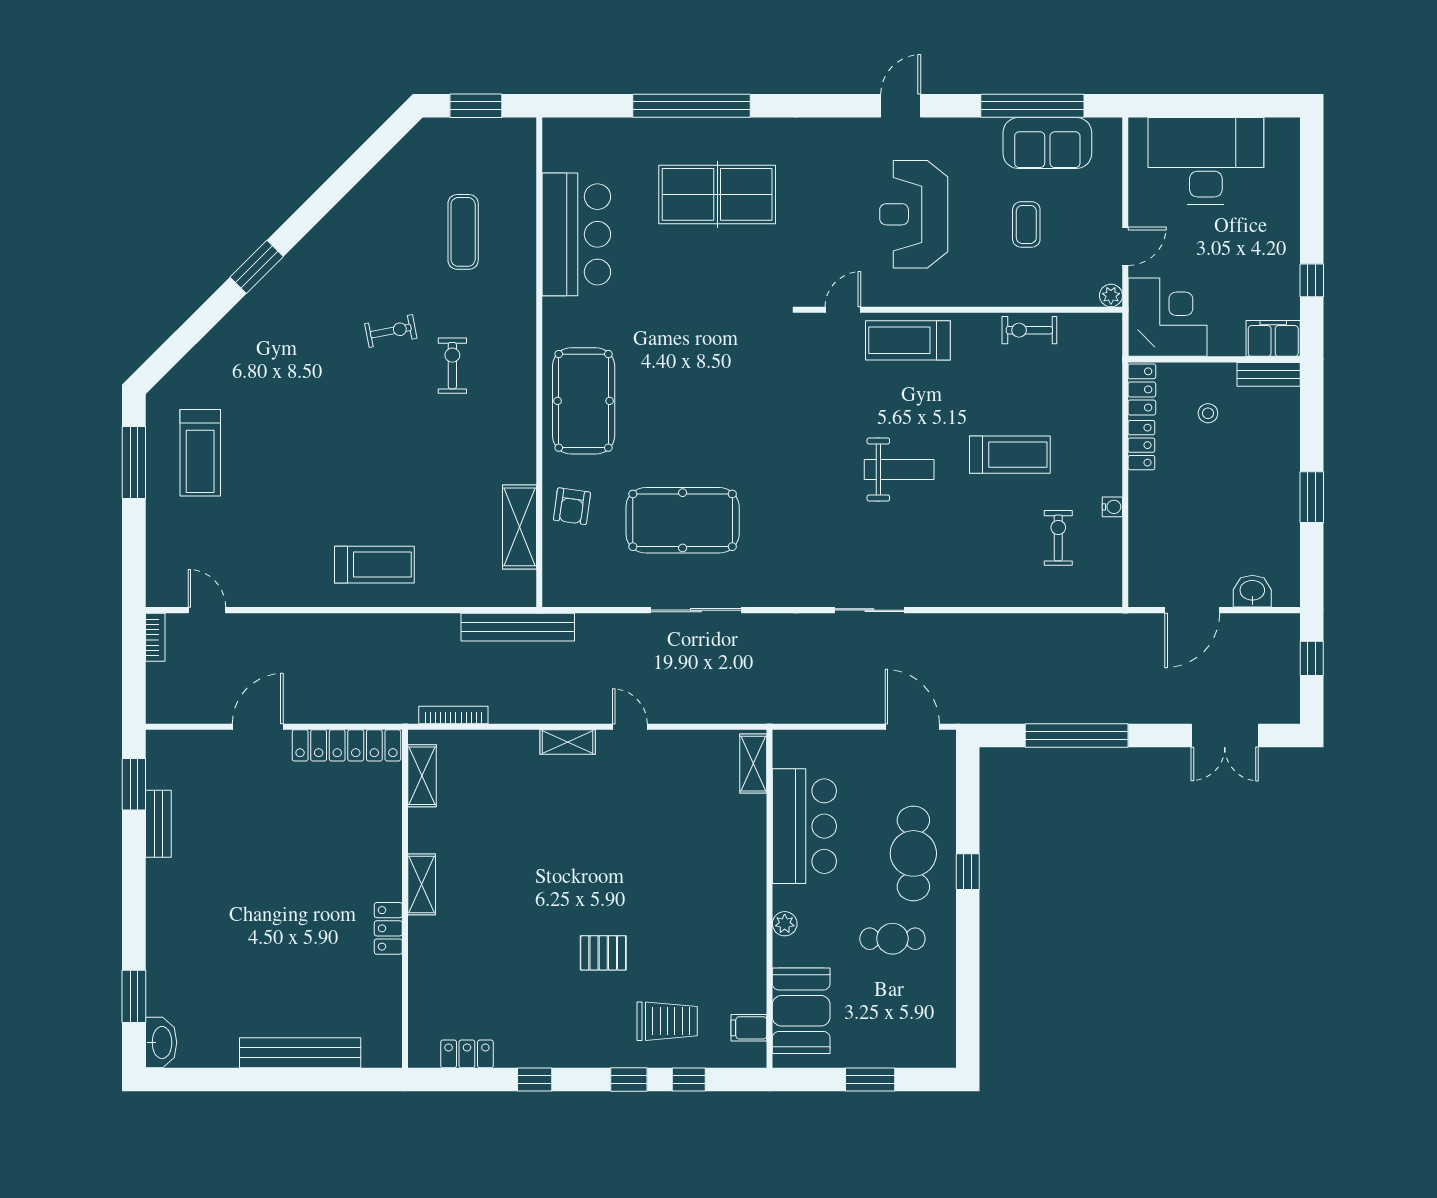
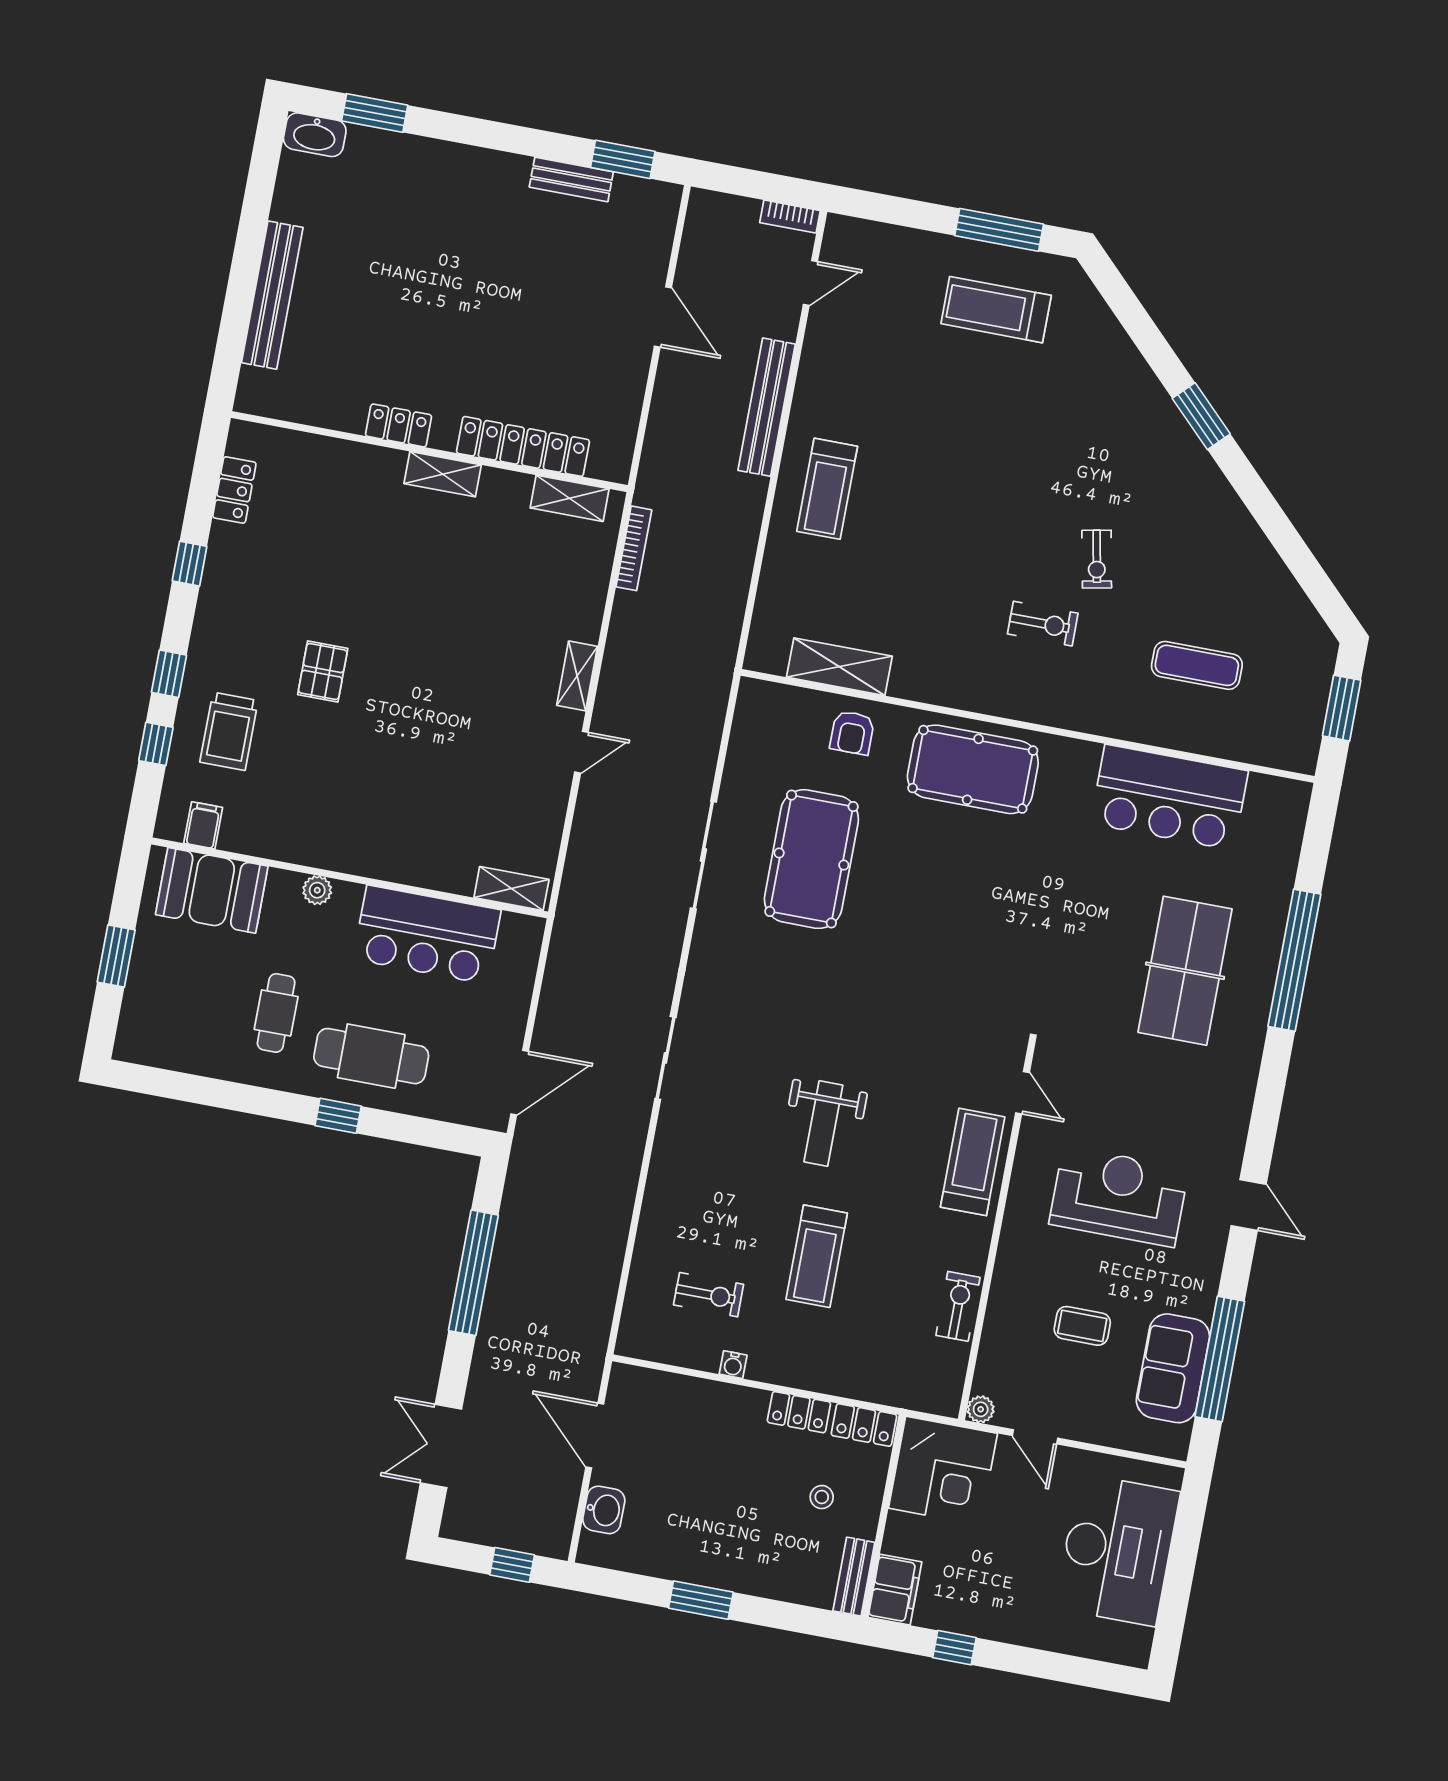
armchair: (572, 506) -> (852, 733), turned -98
bench: (518, 627) -> (767, 407), moved
locker: (346, 745) -> (523, 446), moved, turned 90

